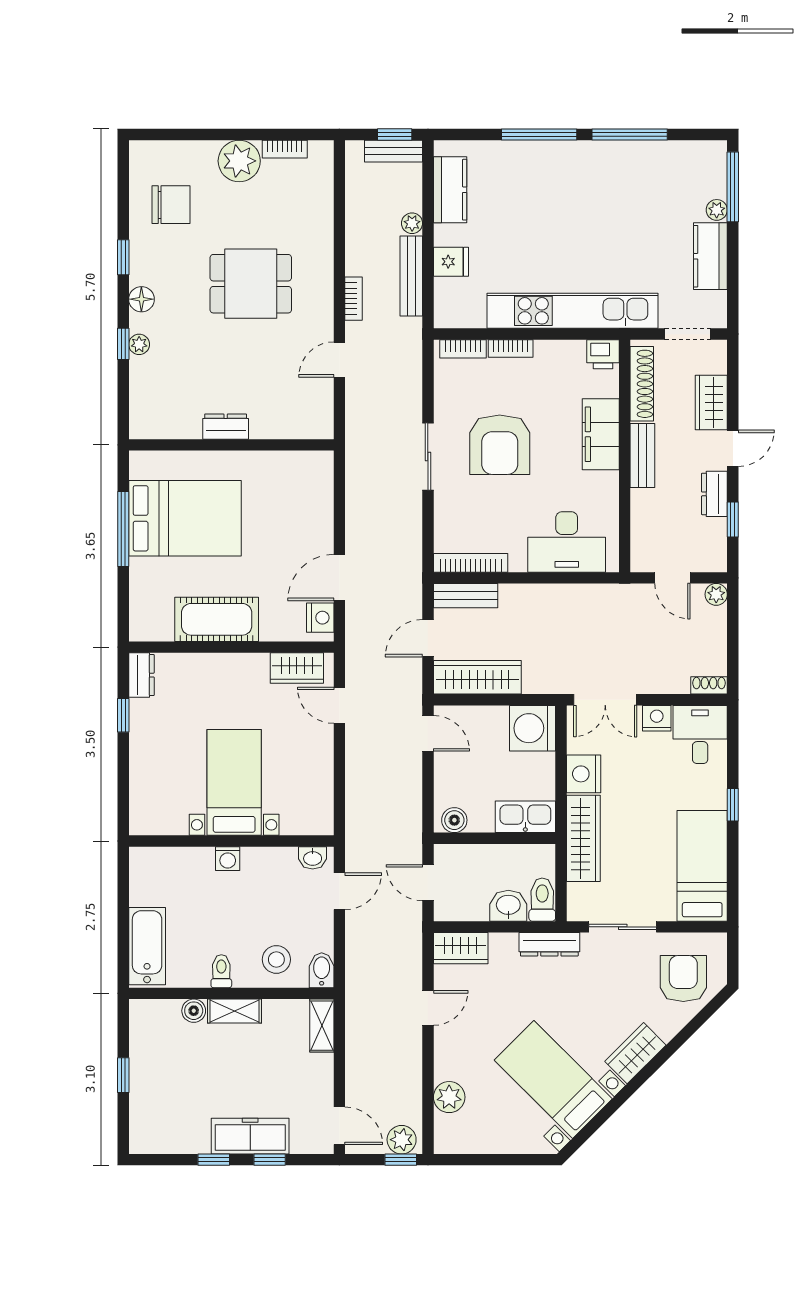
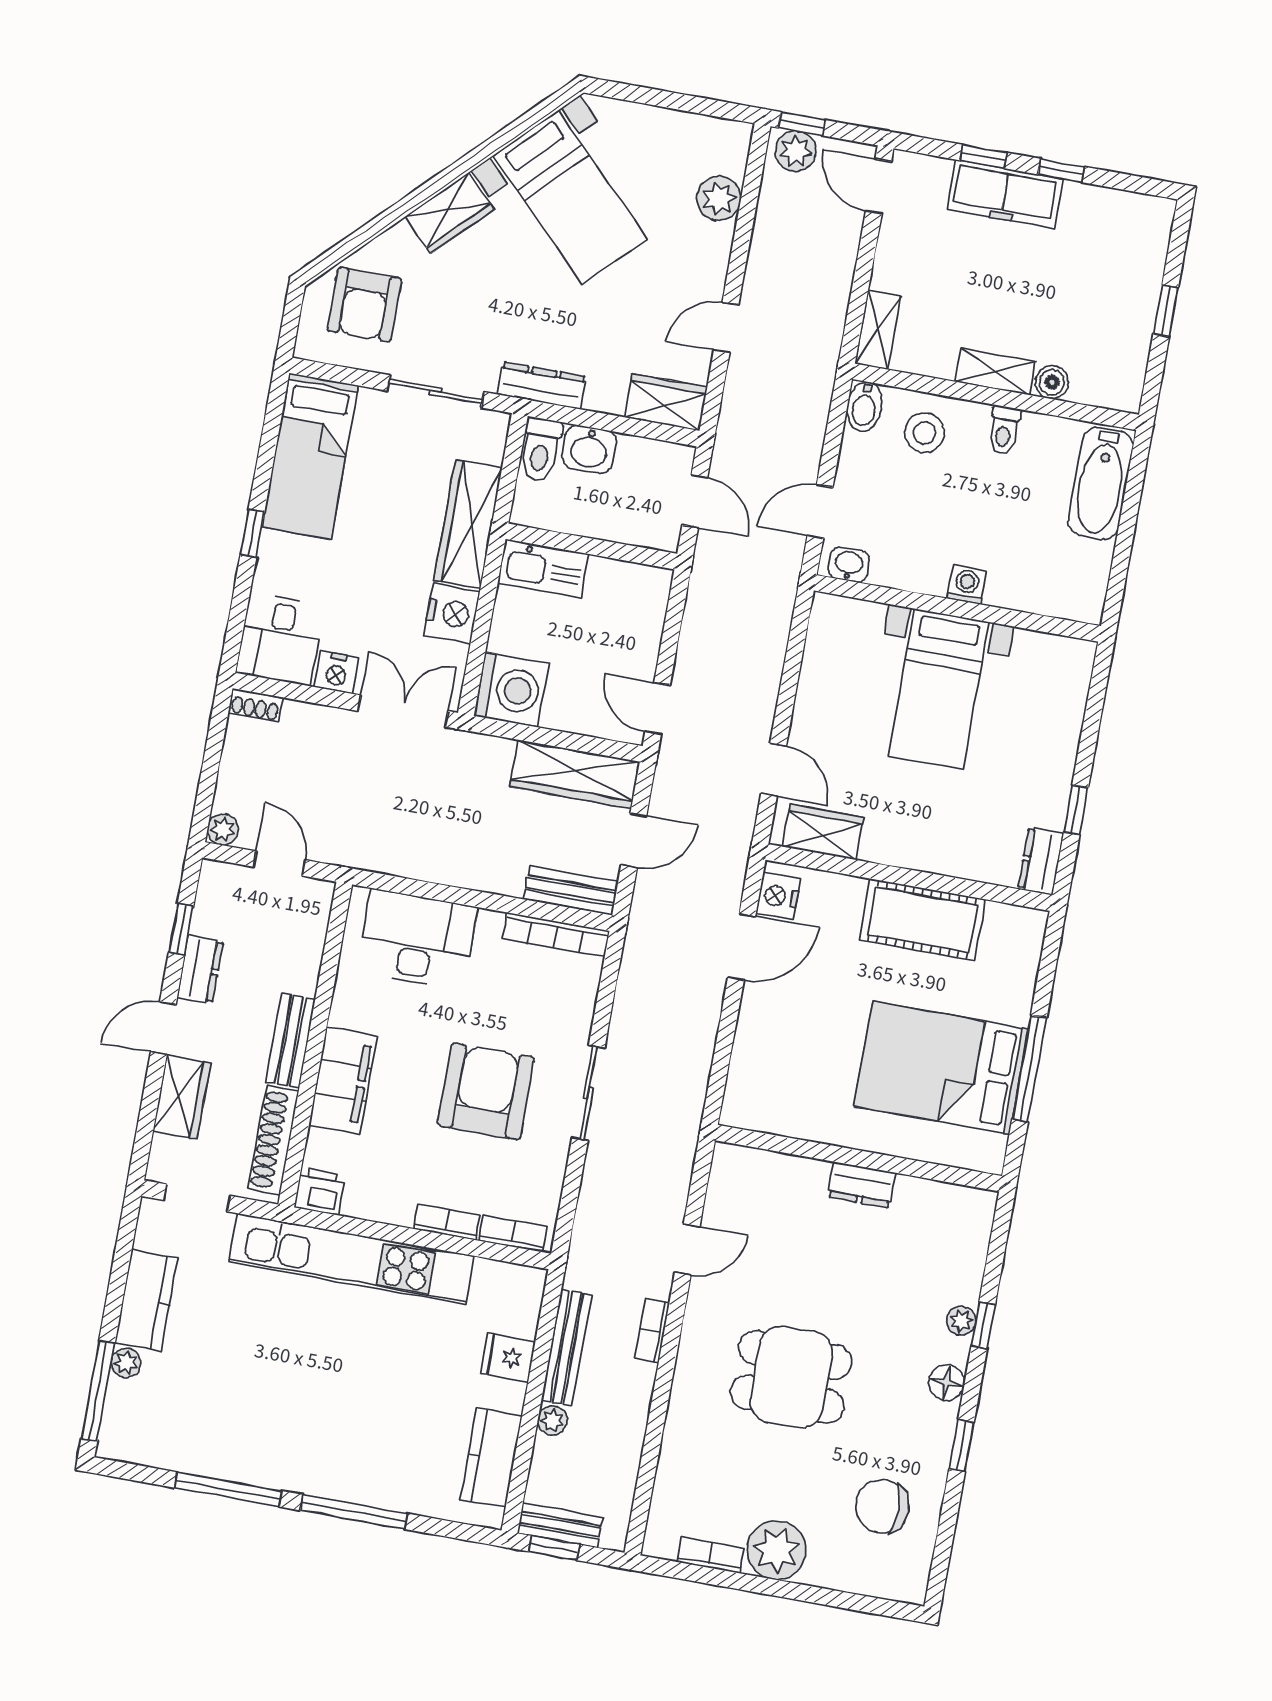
boiler: (454, 820) -> (643, 582), removed

